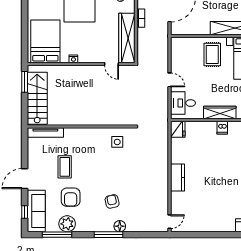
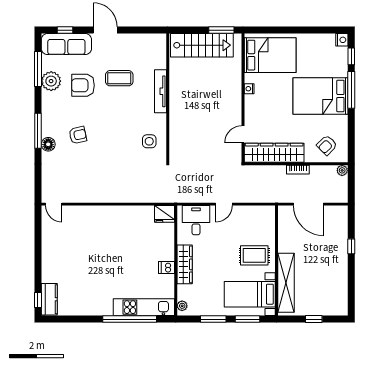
tv unit: (45, 133) -> (160, 91), moved
kitchen counter: (177, 177) -> (107, 214), removed

